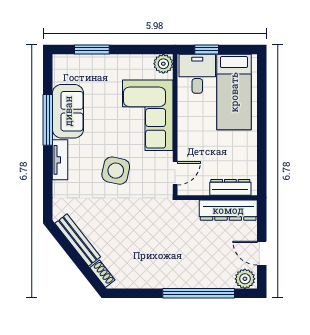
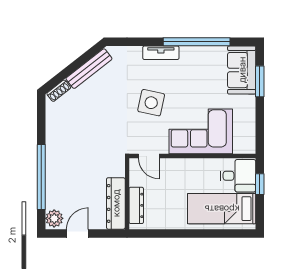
plant: (163, 64) -> (247, 145), removed
sofa: (68, 111) -> (242, 70), moved, turned 90
window: (48, 120) -> (197, 42), width x1.46

